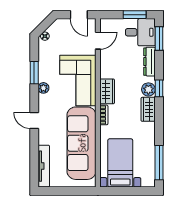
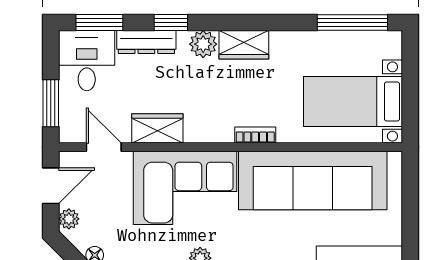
window: (135, 15) -> (51, 103), moved
plant: (63, 24) -> (69, 219), added
window: (159, 88) -> (171, 23), moved
wardrobe: (107, 91) -> (157, 128), moved

